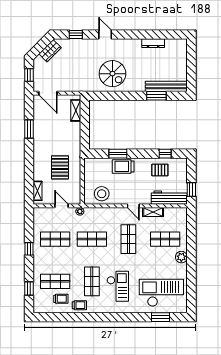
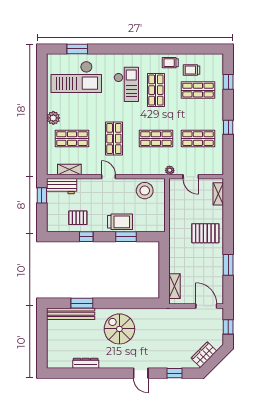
spiral stairs: (112, 74) -> (119, 329), moved
window: (165, 154) -> (86, 237), moved
pallet: (60, 167) -> (205, 233), moved, turned 90
workbench: (169, 198) -> (62, 186), width x0.73
shelving: (153, 212) -> (69, 169), moved
checkout: (118, 286) -> (126, 84), turned 180

